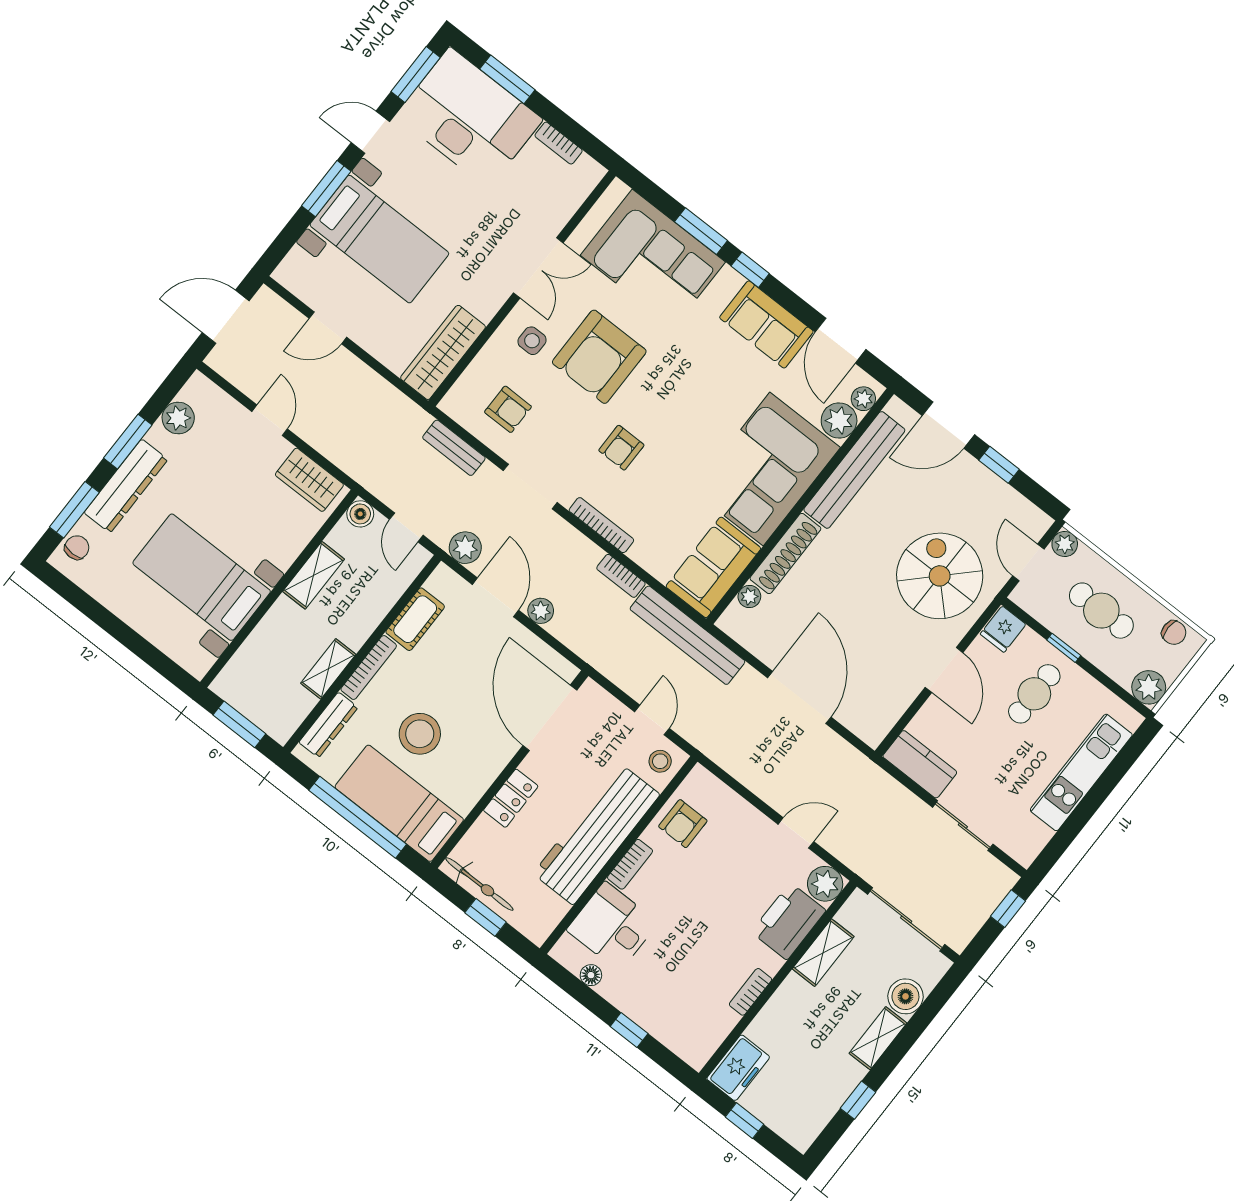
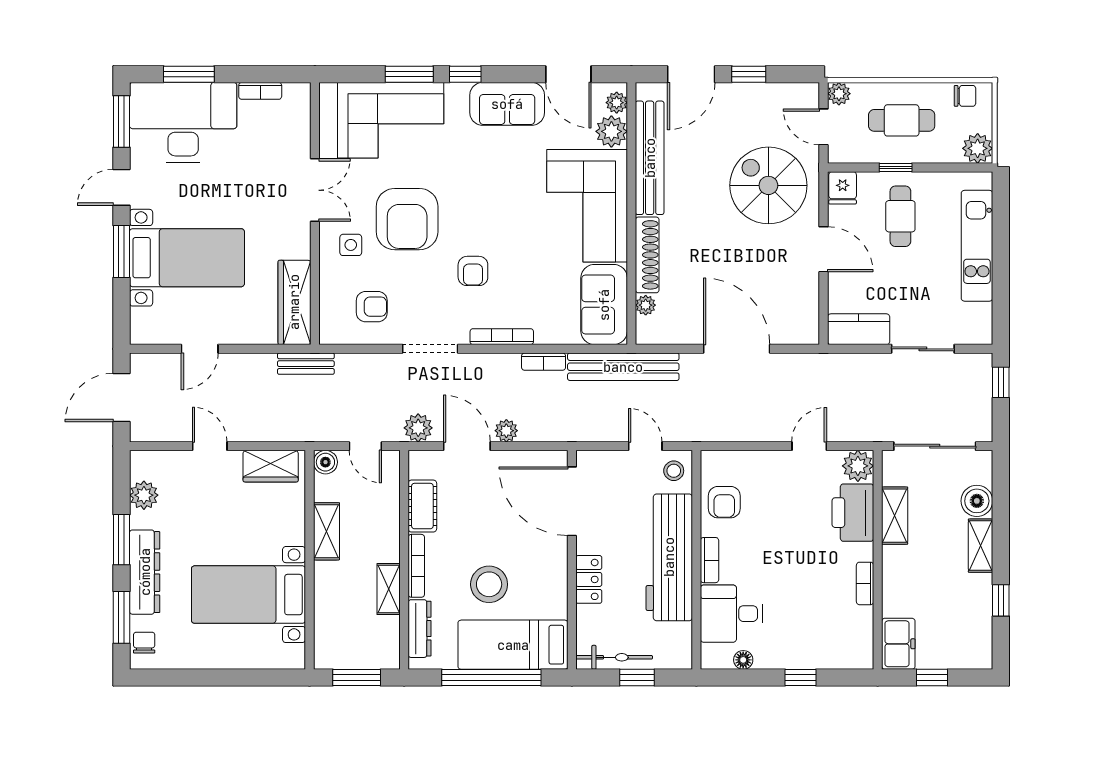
bench: (454, 448) -> (306, 364), moved

